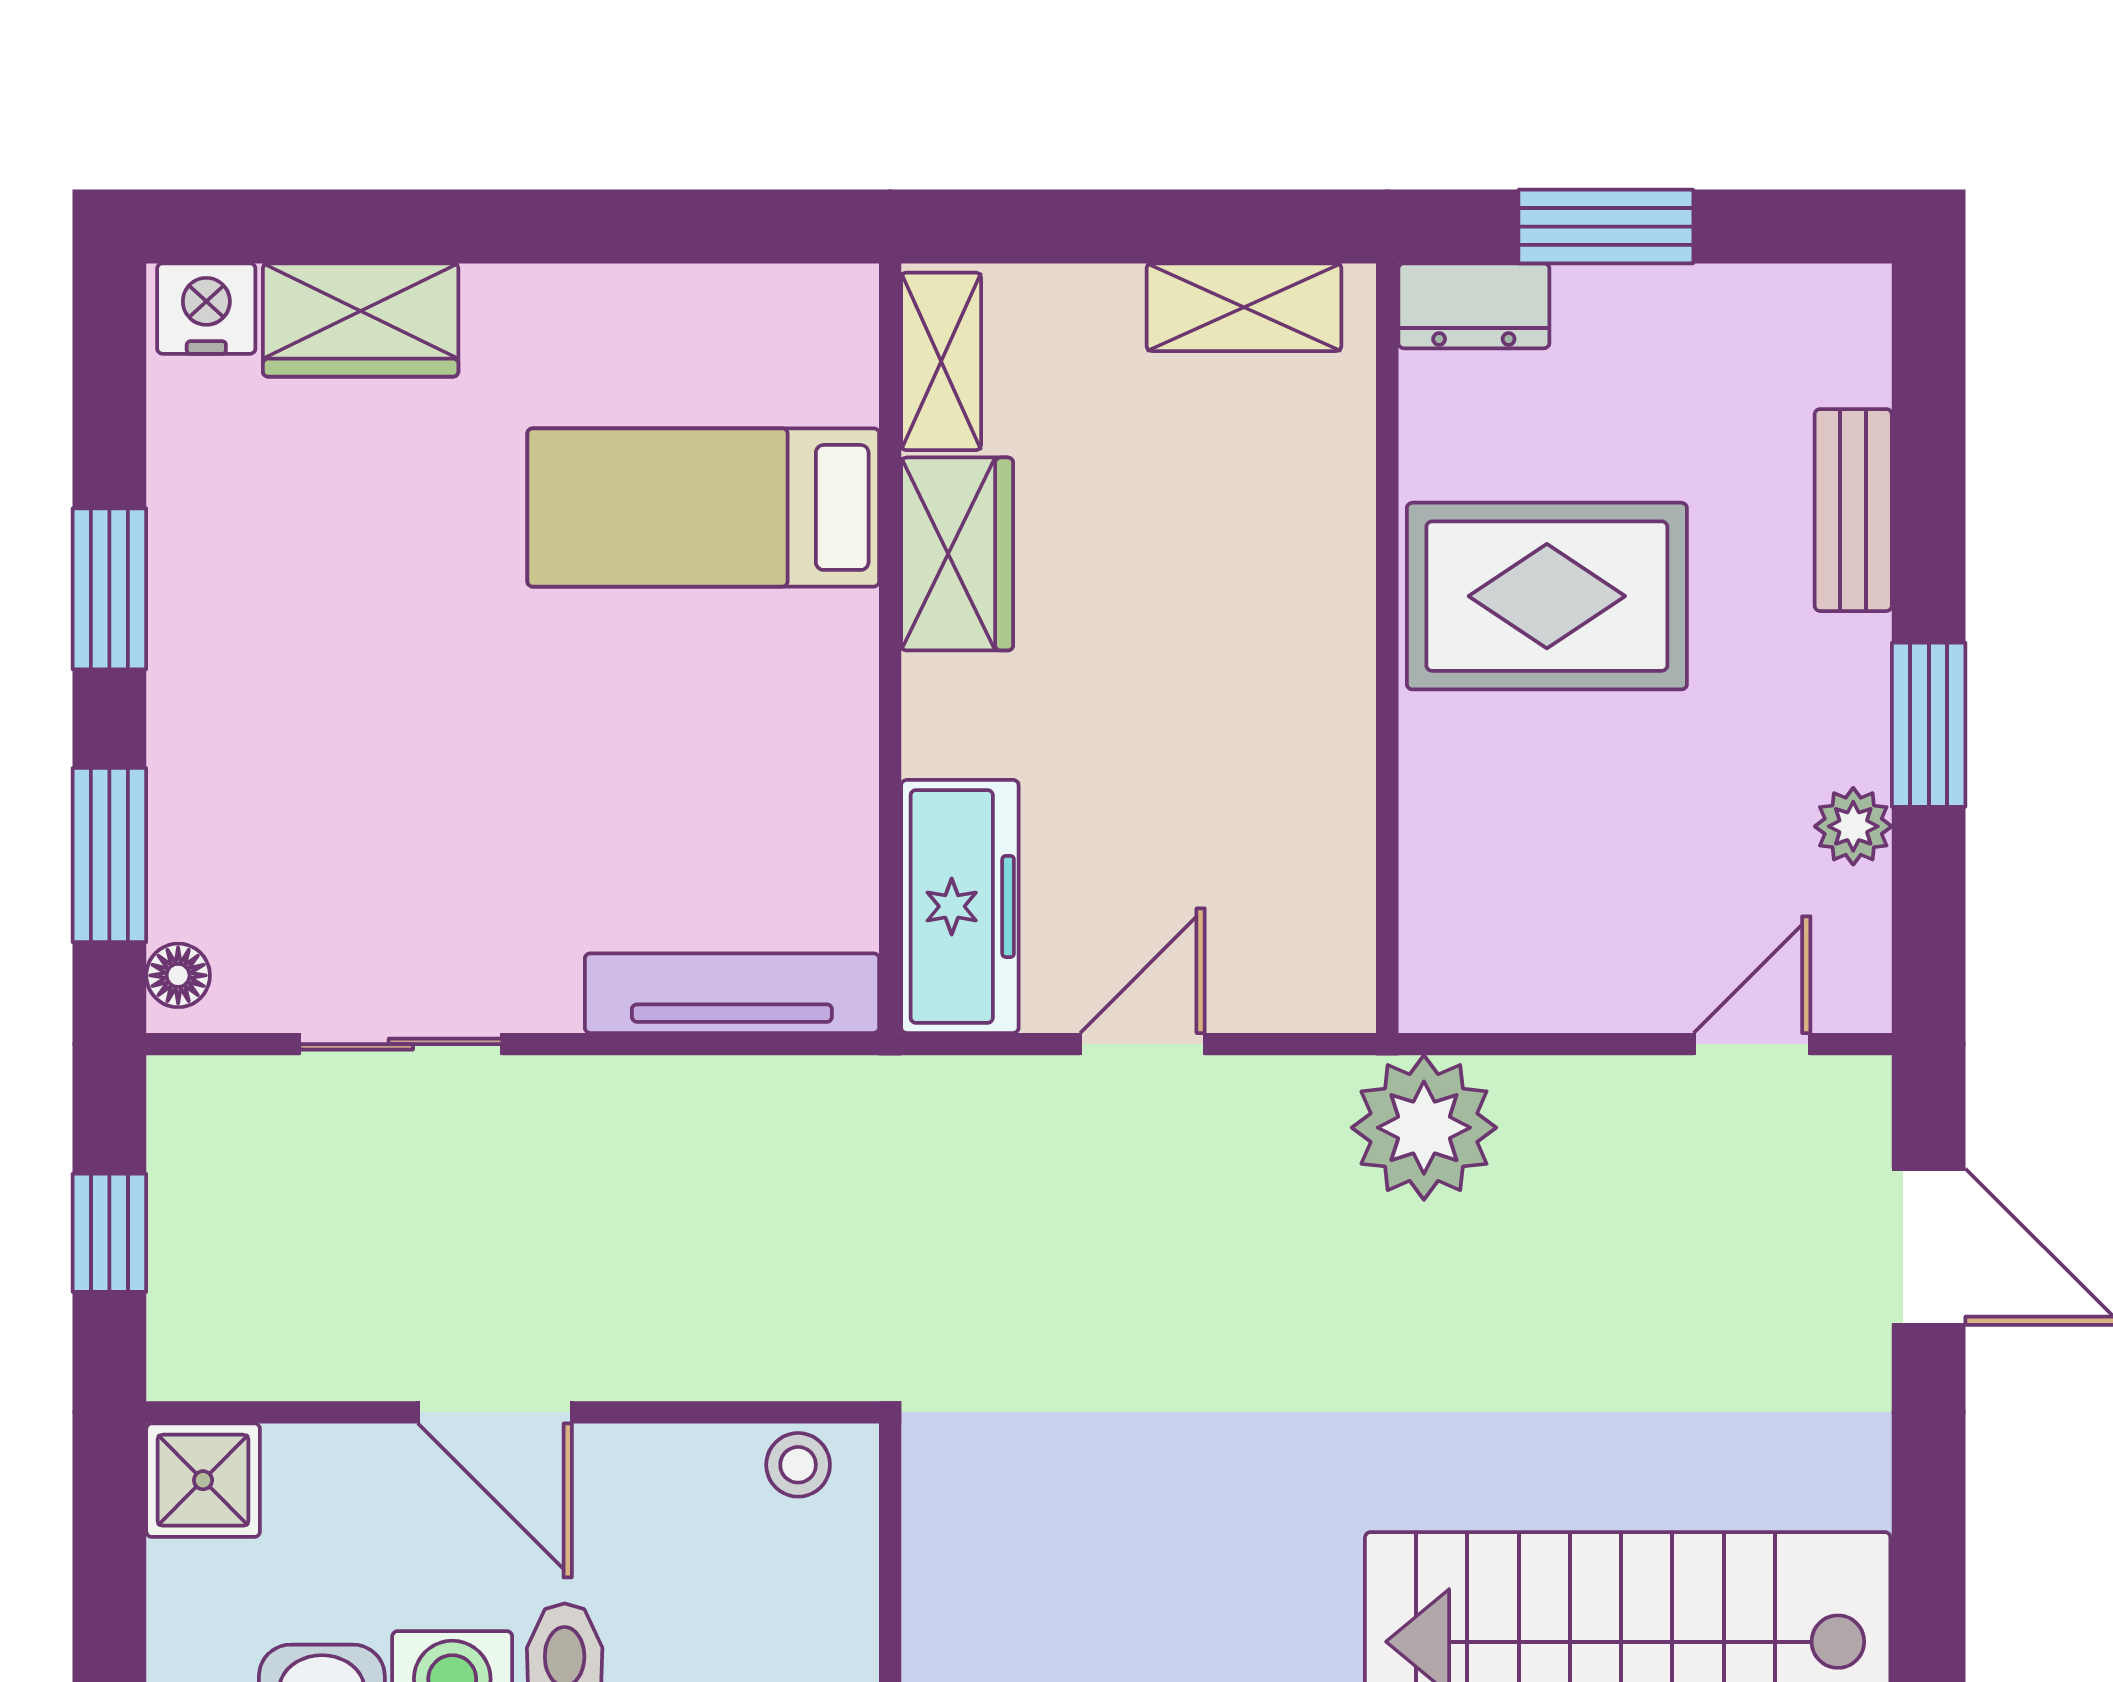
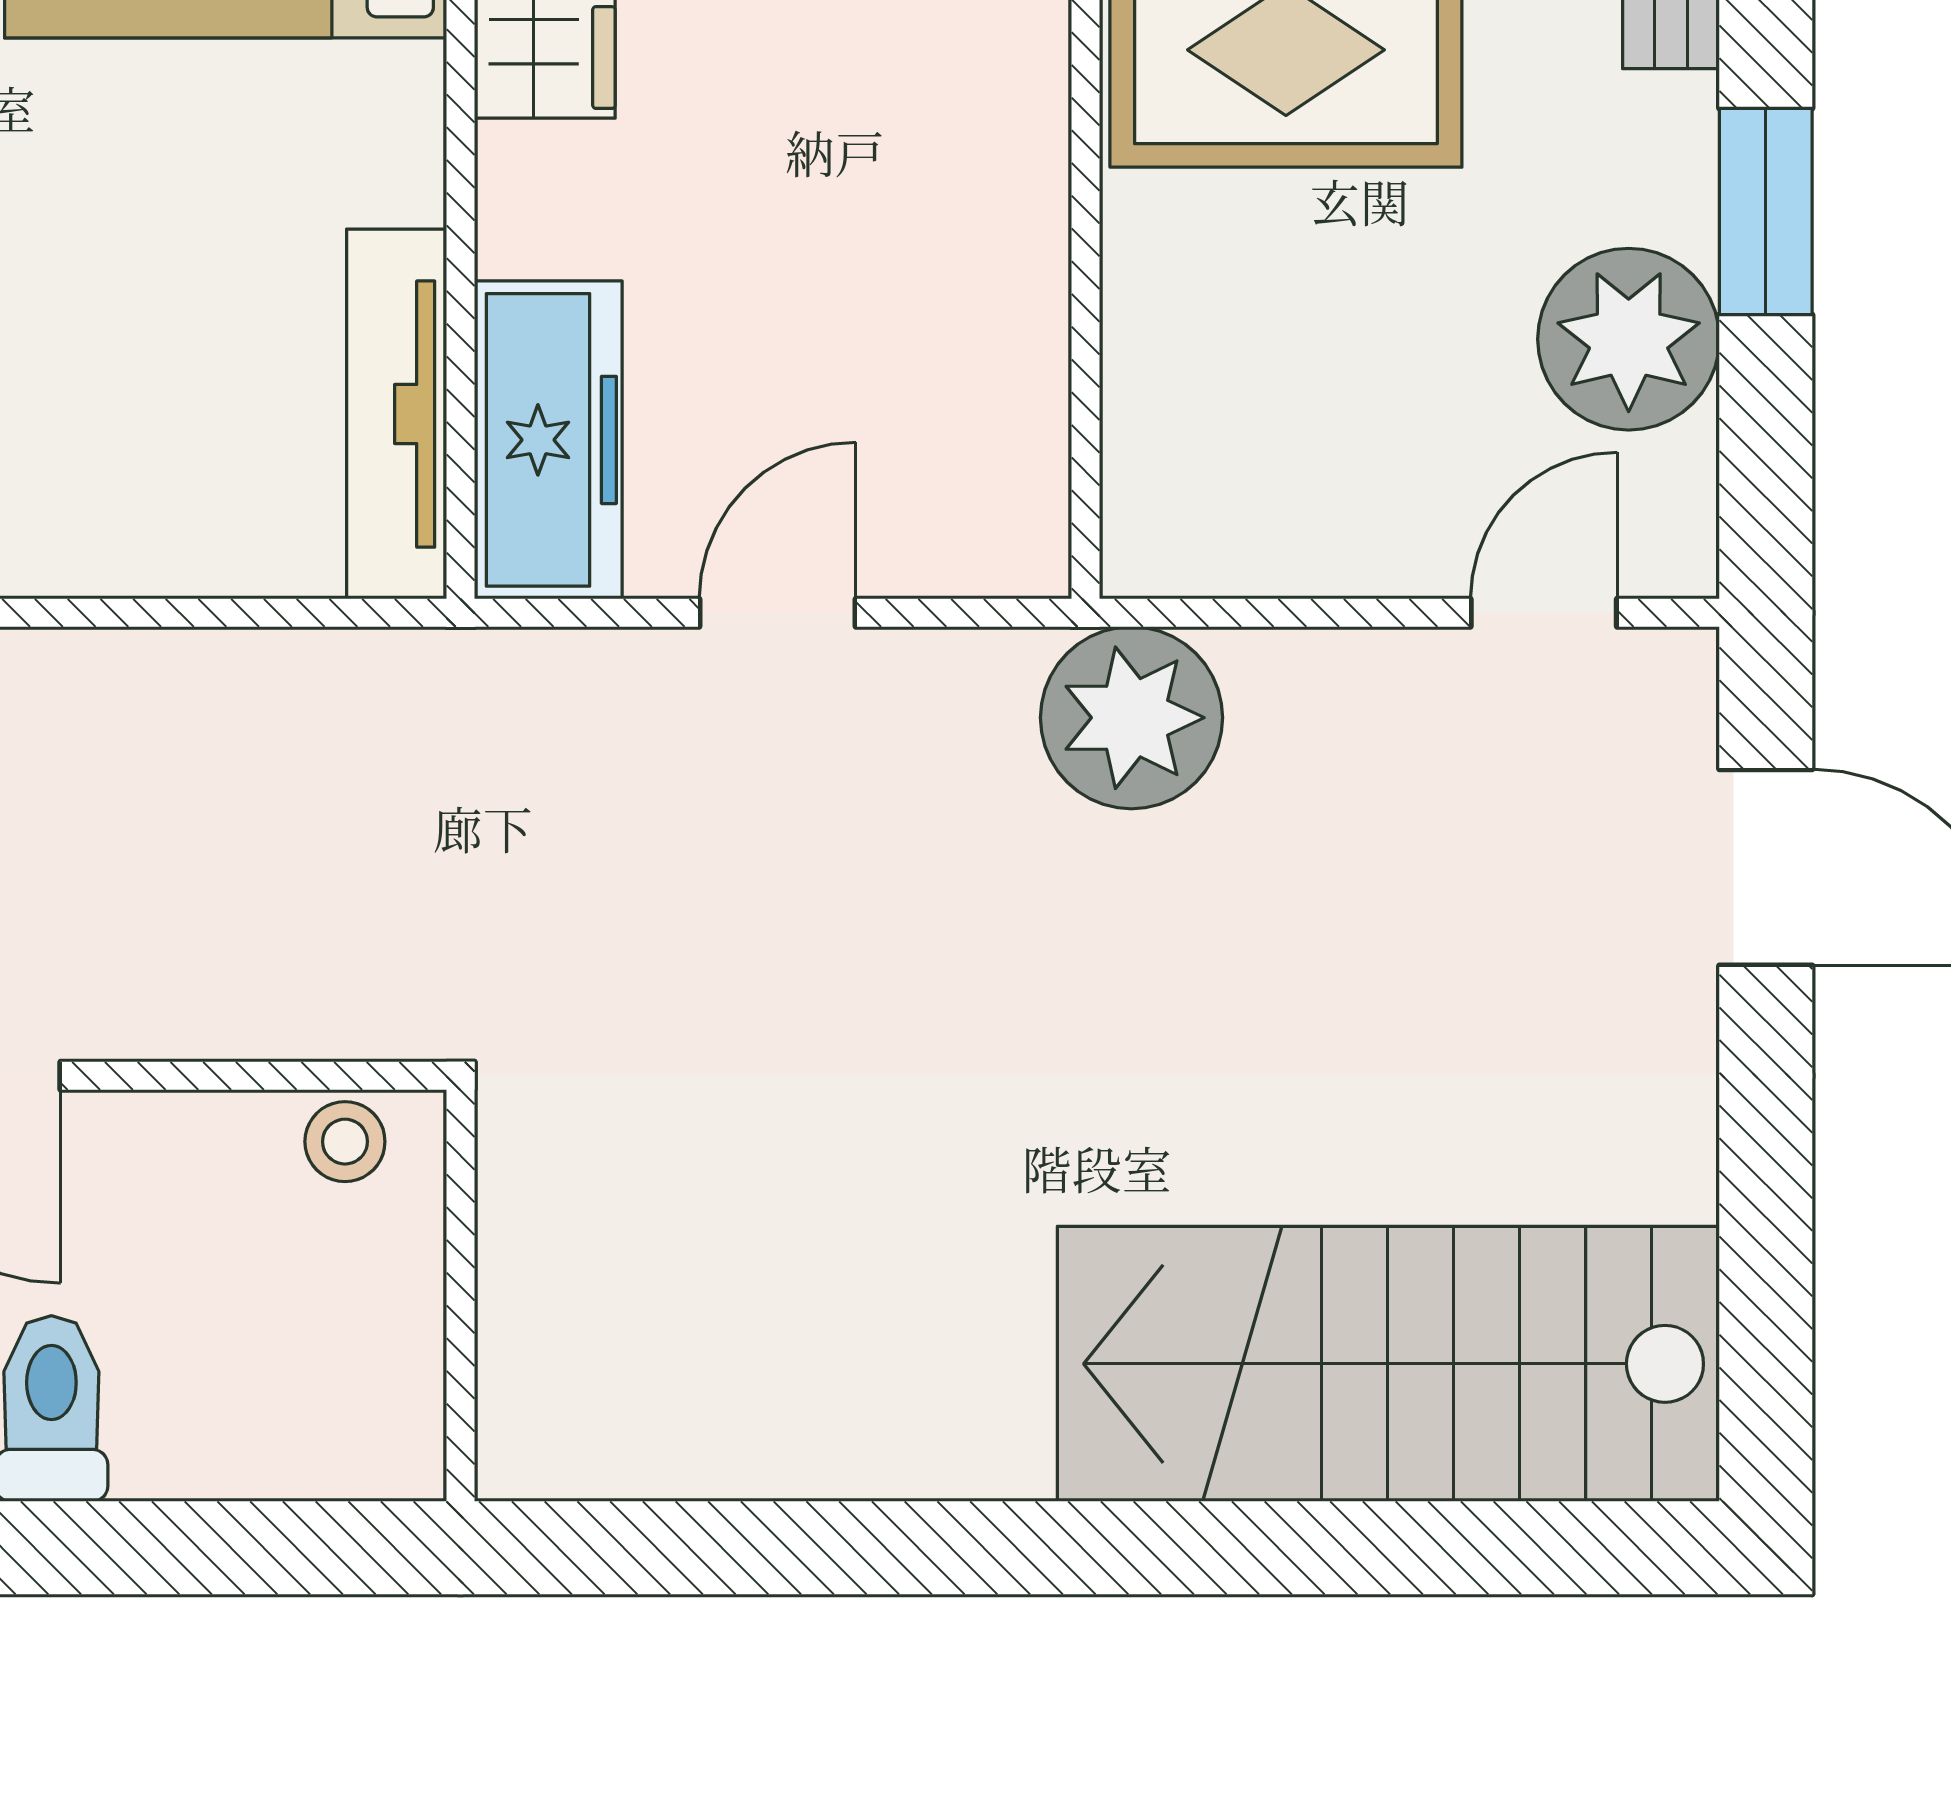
plant: (1853, 826) -> (1629, 339), width x1.88, depth x1.88
tv unit: (732, 993) -> (397, 414), moved, turned -90

